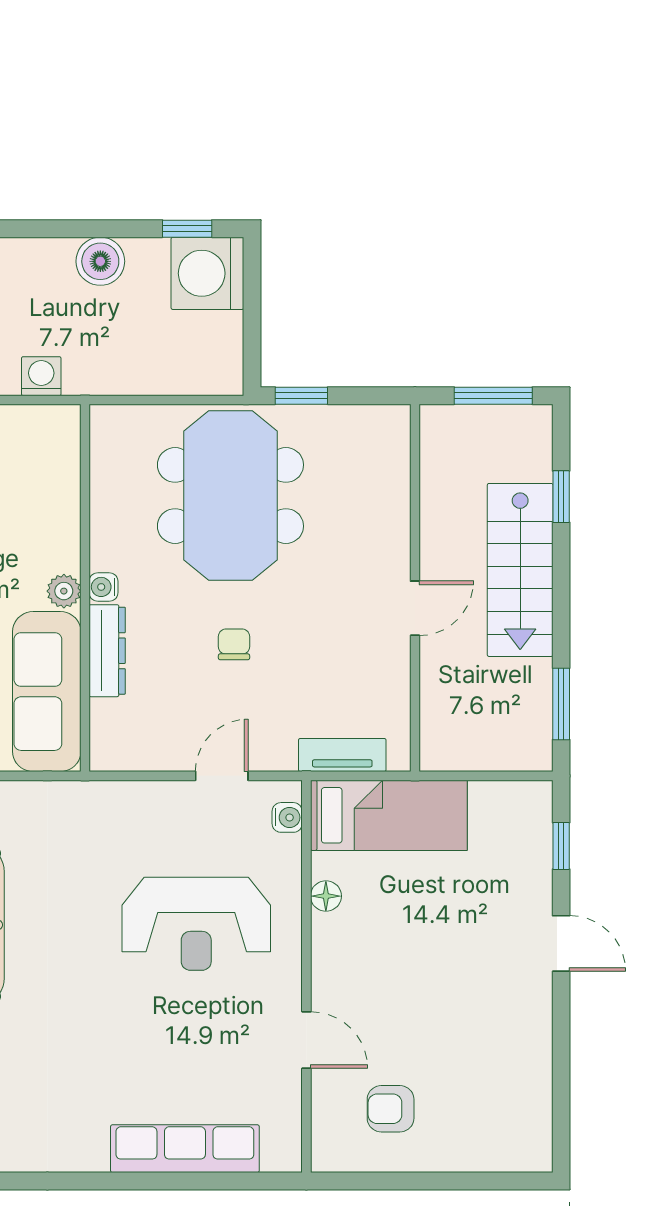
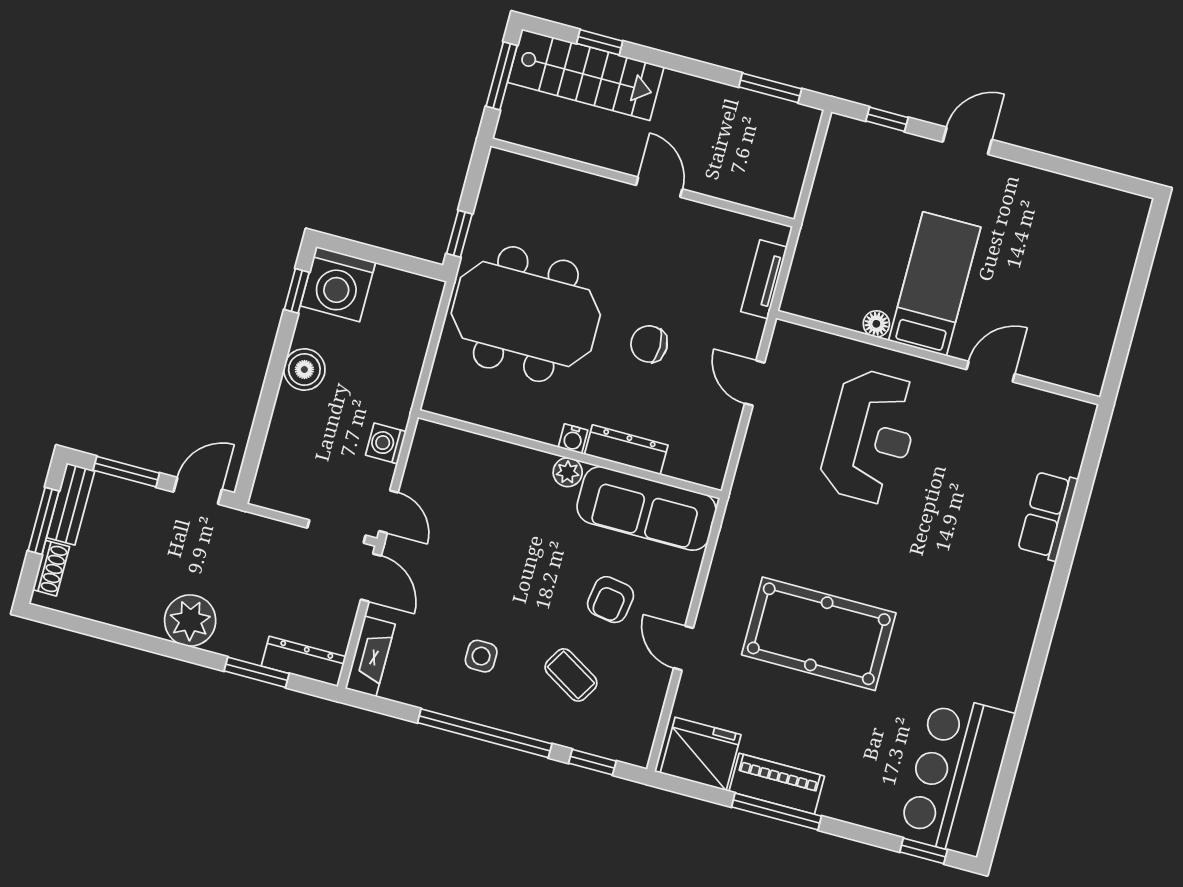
stairs: (520, 570) -> (586, 75), moved
chair: (234, 644) -> (649, 344), width x1.37, depth x1.37
bed: (389, 815) -> (935, 284), moved
water cooler: (287, 817) -> (803, 338), removed
armchair: (391, 1109) -> (1066, 318), removed
row of seats: (185, 1149) -> (1048, 515), width x0.68

